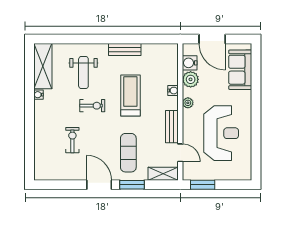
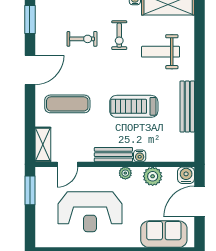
bench: (125, 50) -> (187, 107), width x1.36
water cooler: (190, 63) -> (186, 175), moved
treadmill: (130, 96) -> (134, 106), turned 180
exercise bike: (92, 106) -> (119, 35), moved
bench: (172, 127) -> (113, 155), moved
window: (132, 185) -> (30, 20), moved

